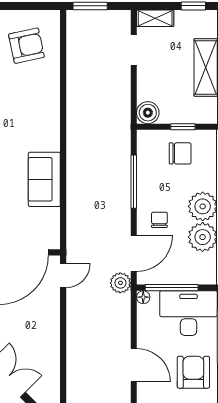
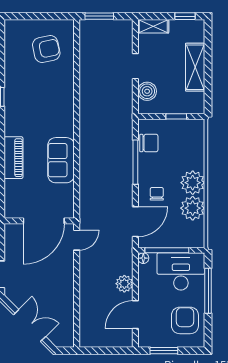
doorway: (134, 50) -> (135, 66), moved
boiler: (148, 113) -> (147, 91), moved
chair: (180, 153) -> (149, 143), moved
plant: (120, 283) -> (124, 284), moved
door: (134, 365) -> (135, 315), swing flipped

